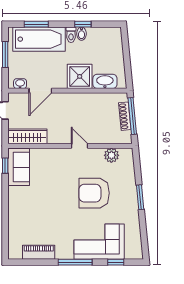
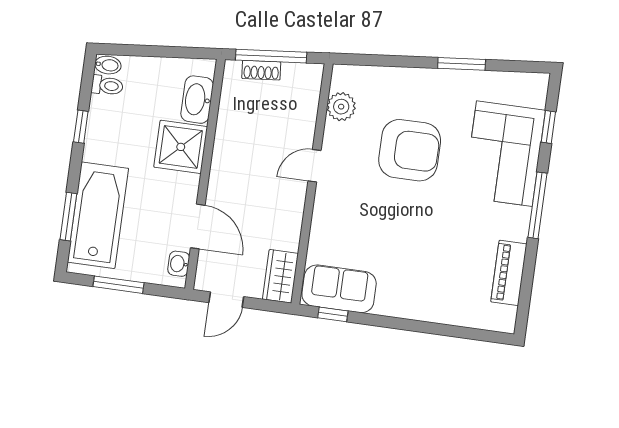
bidet: (81, 34) -> (108, 65), moved
toilet: (71, 35) -> (107, 86), moved
shoe rack: (125, 116) -> (261, 70), width x0.70
wardrobe: (27, 136) -> (280, 276), width x0.67
armchair: (94, 193) -> (410, 150), turned -90
window: (140, 197) -> (462, 64), moved

